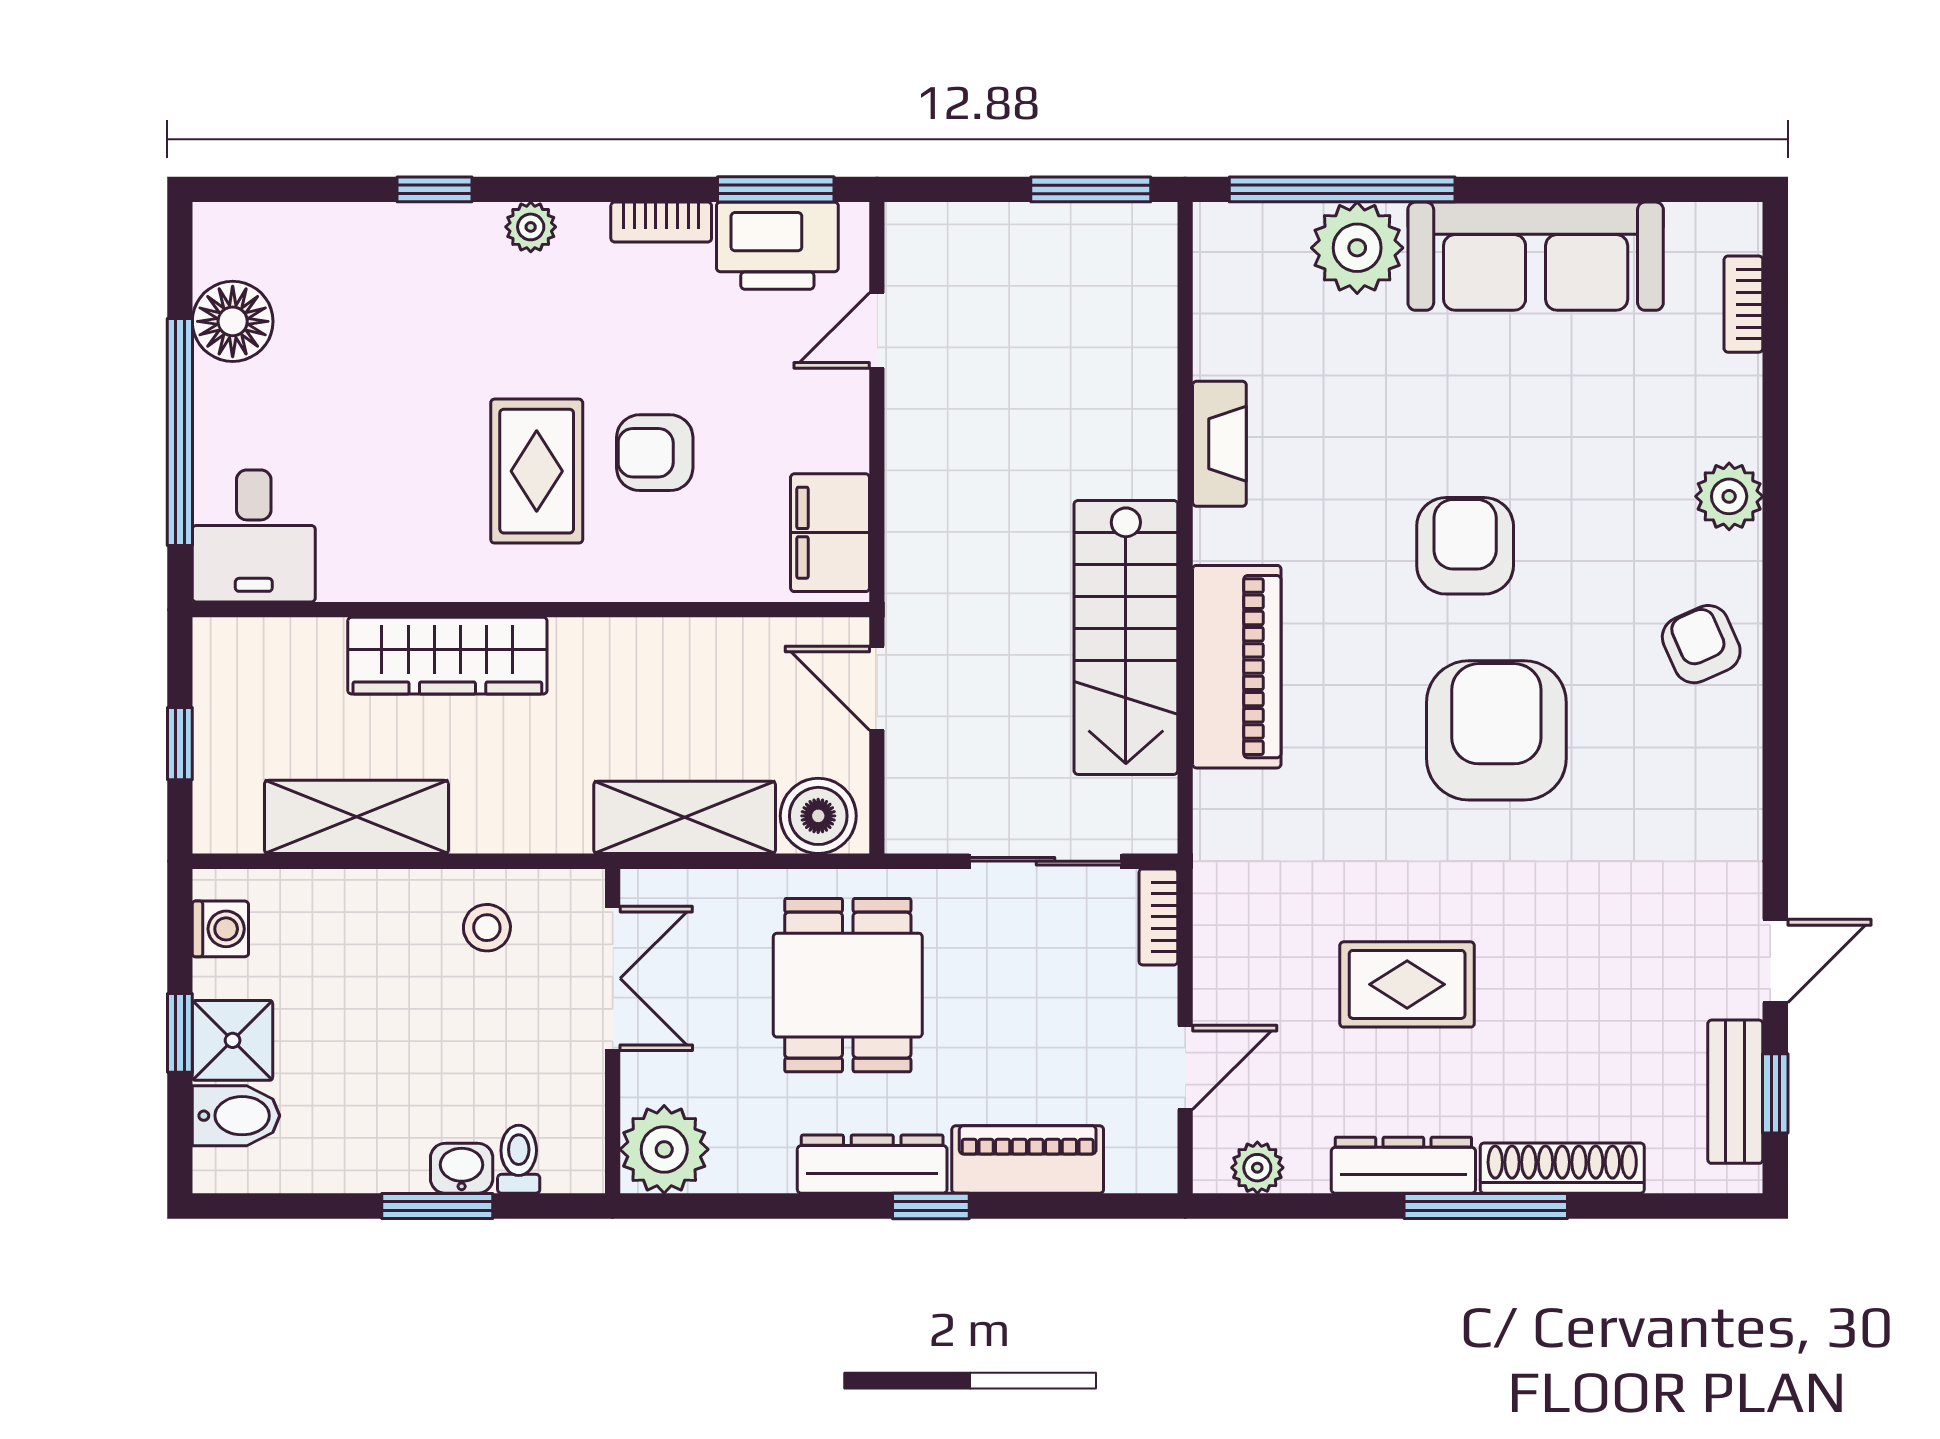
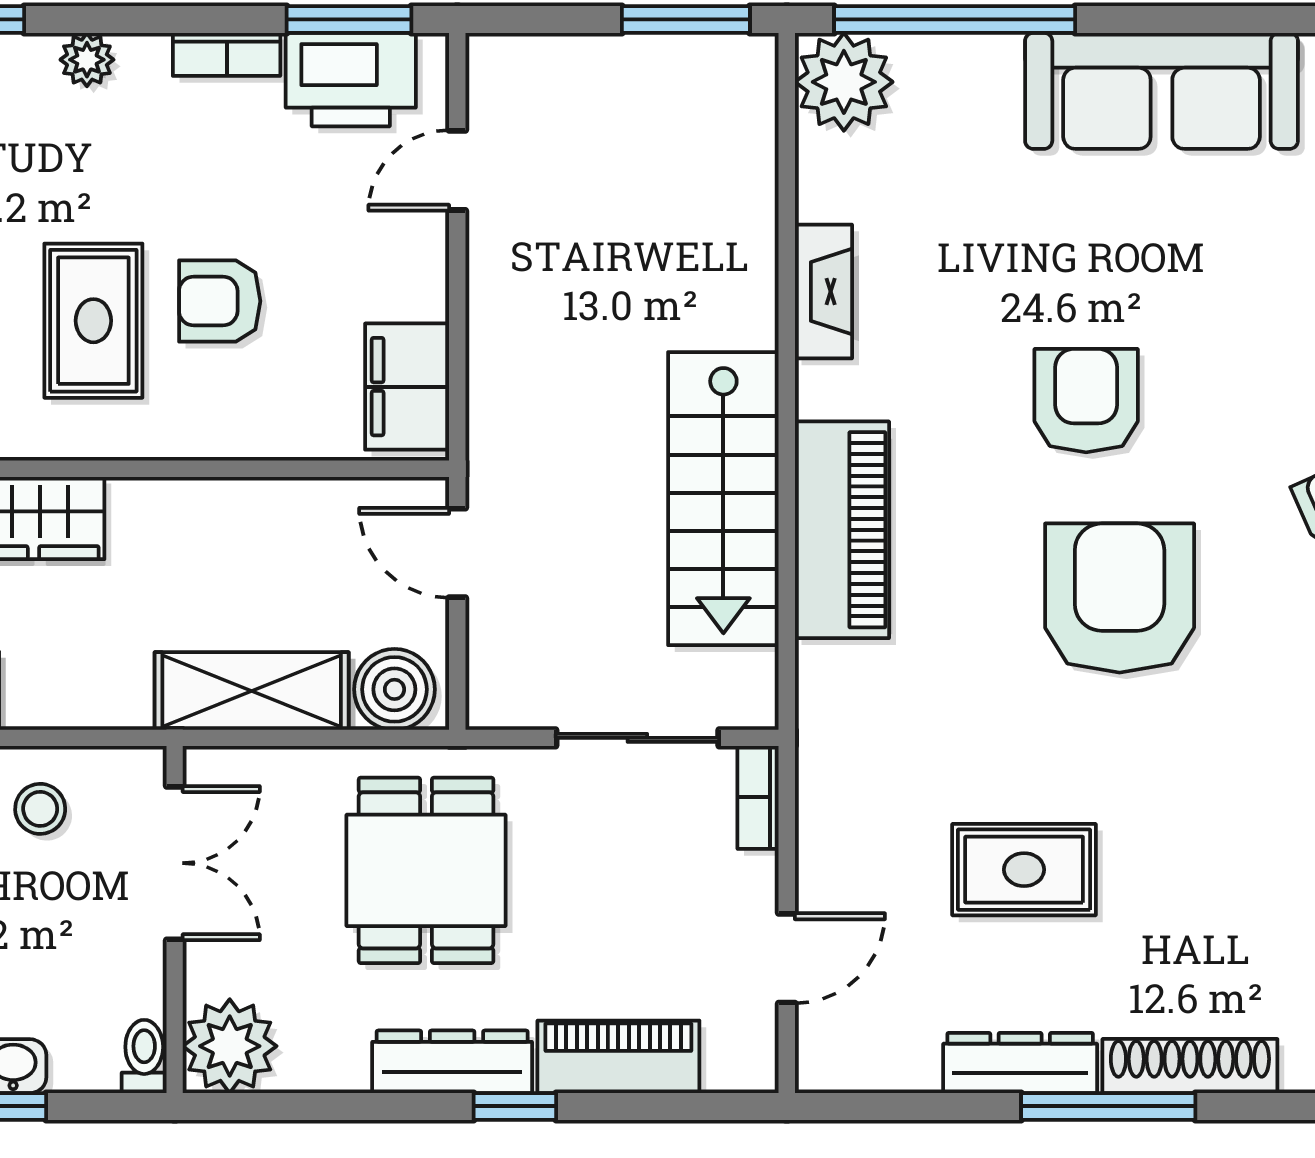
plant: (1357, 248) -> (844, 82), moved
toilet: (519, 1159) -> (144, 1056), moved
plant: (1257, 1168) -> (864, 1066), removed

